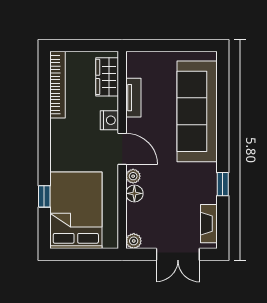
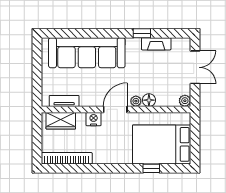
tv unit: (133, 98) -> (64, 101), moved
fireplace: (209, 224) -> (156, 44), moved

